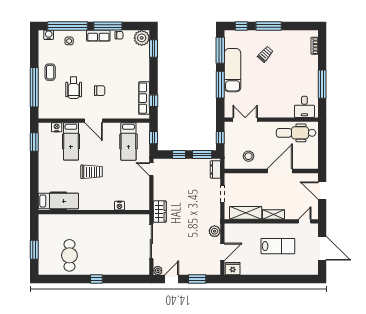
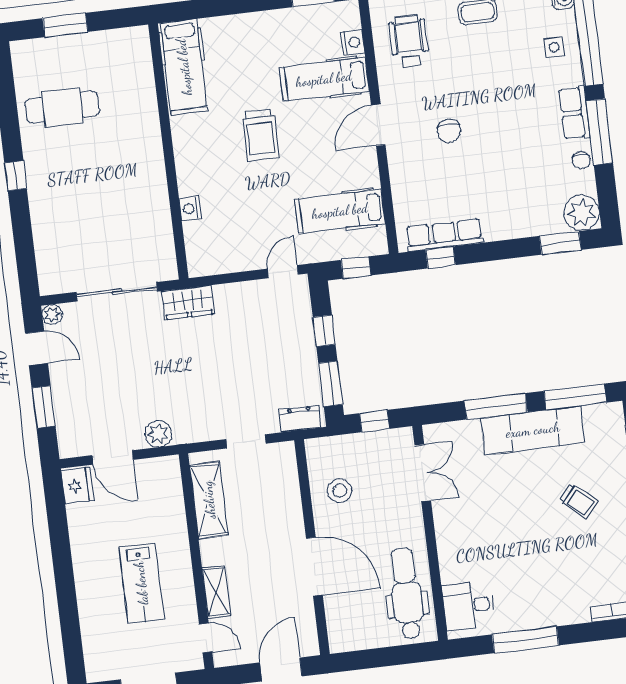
wheelchair: (74, 88) -> (409, 41), moved, turned 90
shelving: (273, 214) -> (216, 592), moved

